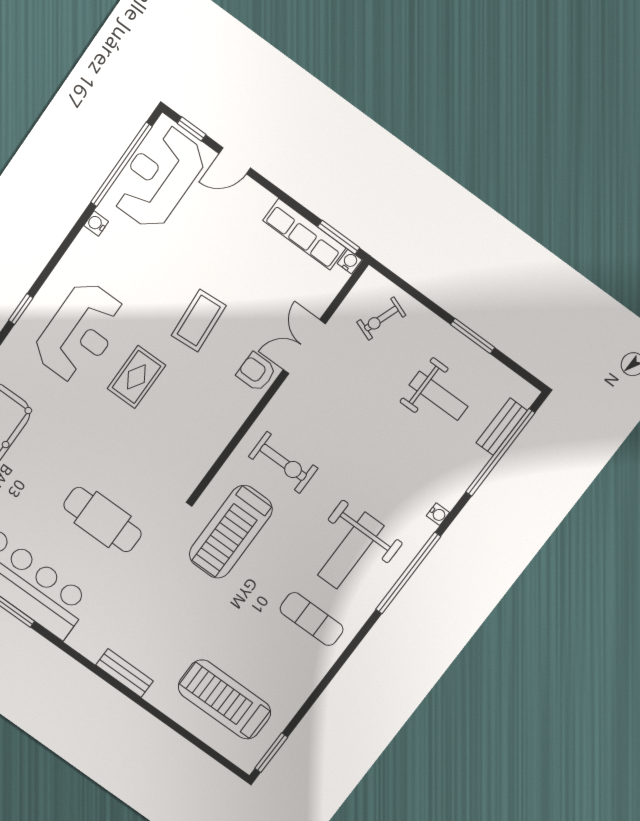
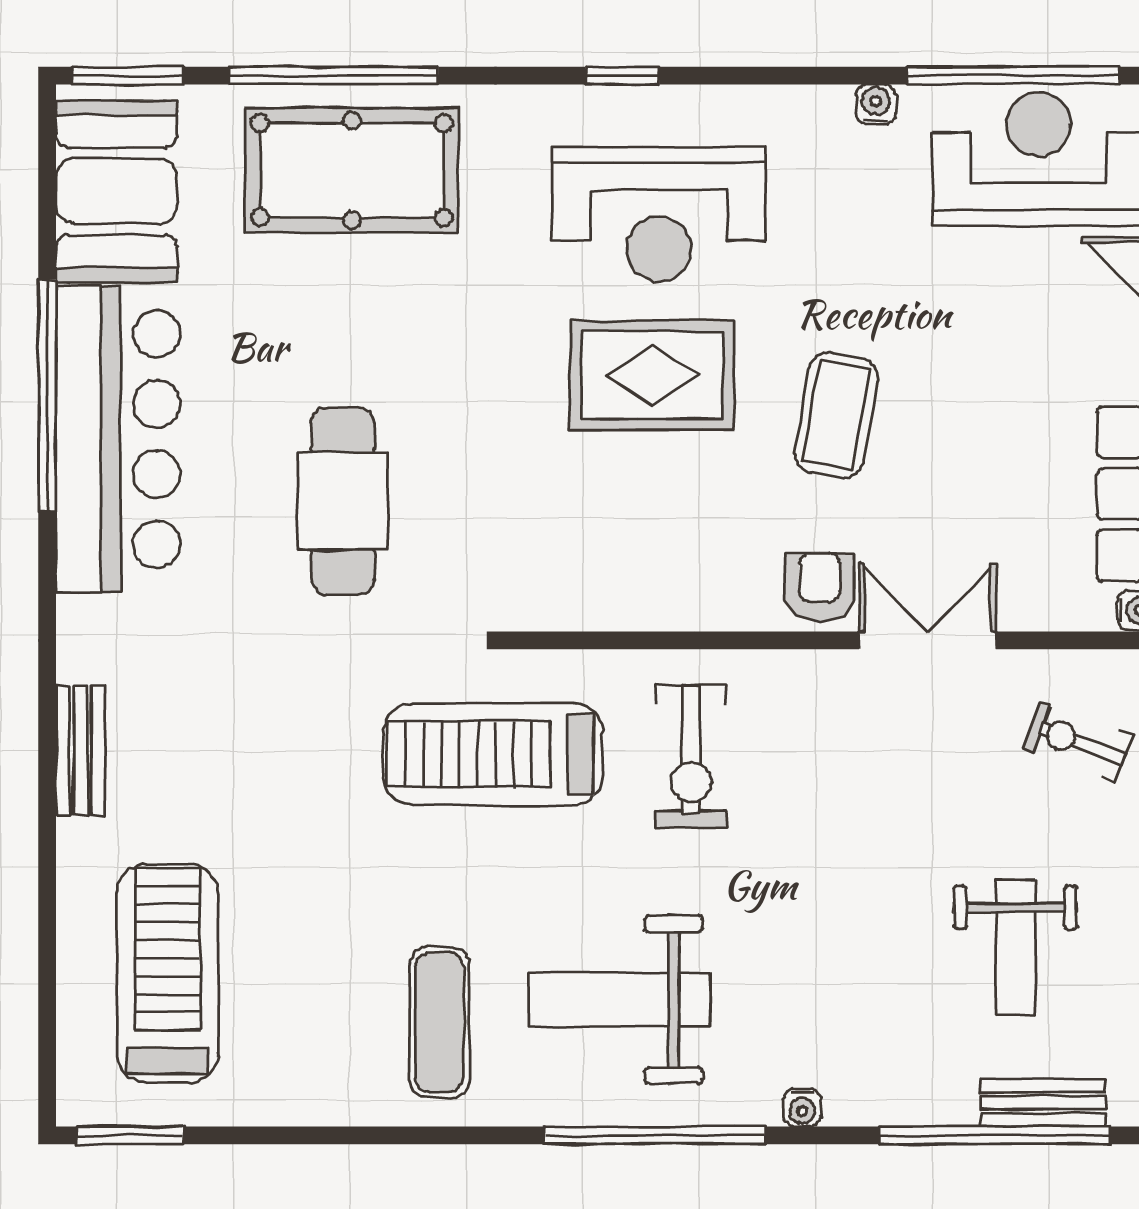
coffee table: (199, 321) -> (836, 415), turned -76
rug: (136, 377) -> (652, 375), width x1.36, depth x1.43

